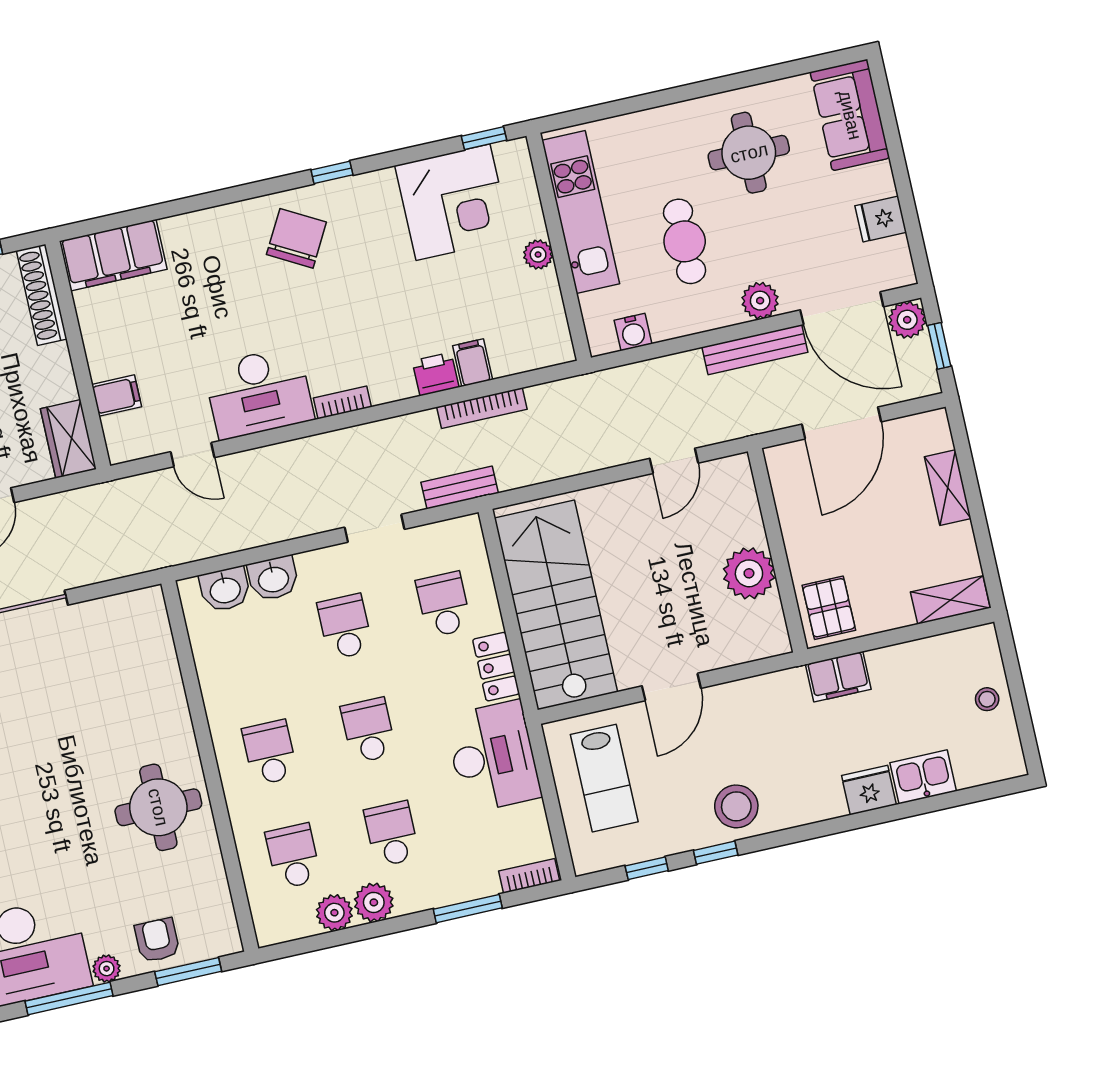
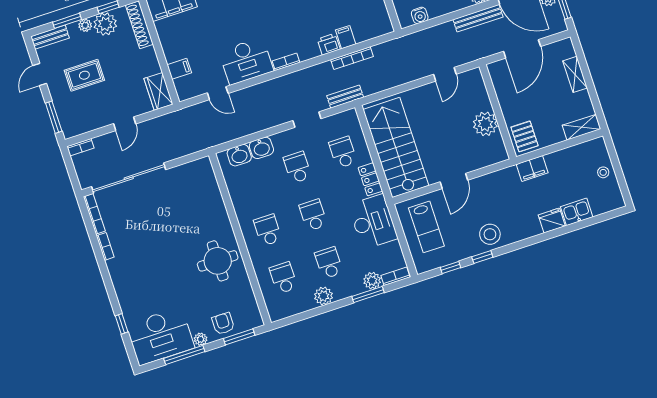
plant: (334, 913) -> (372, 281), moved

